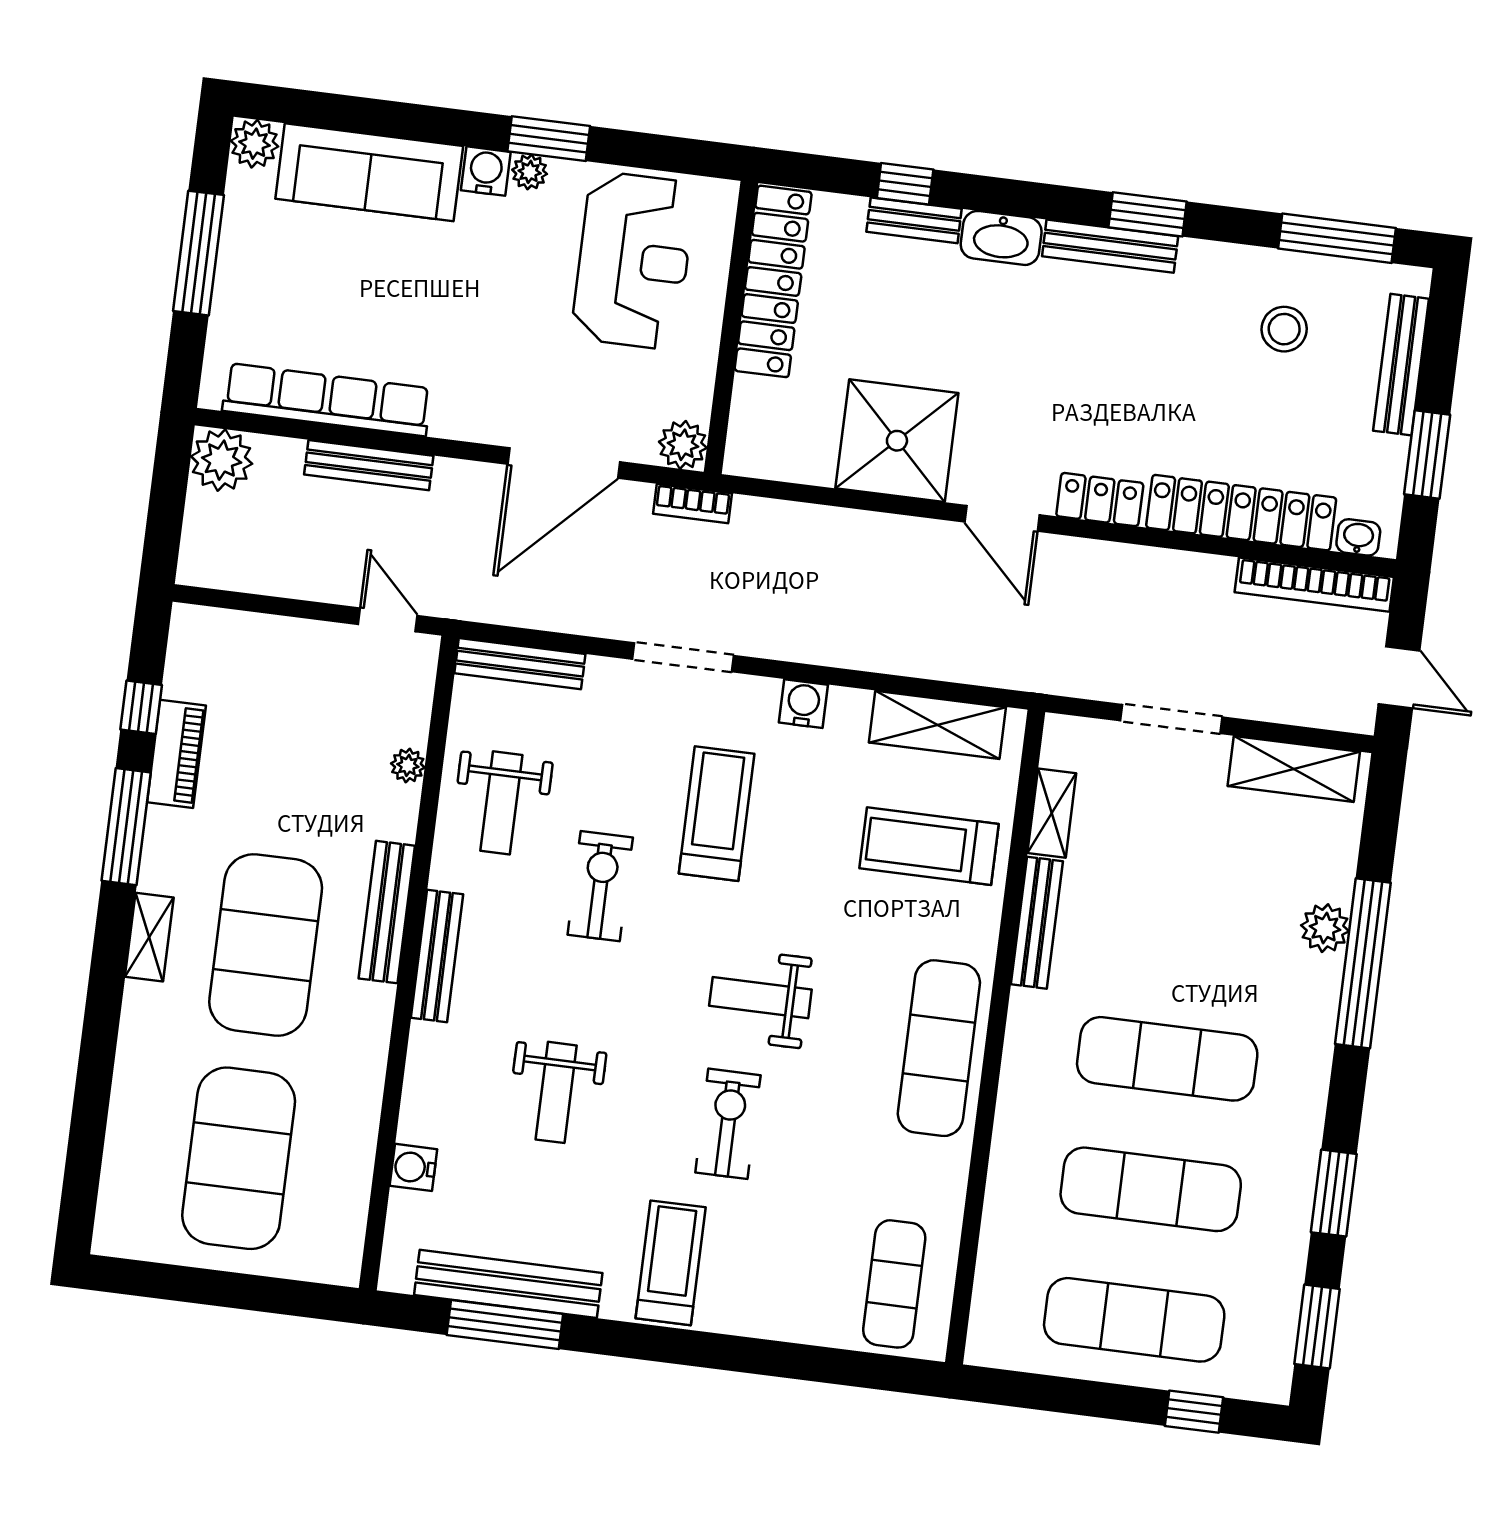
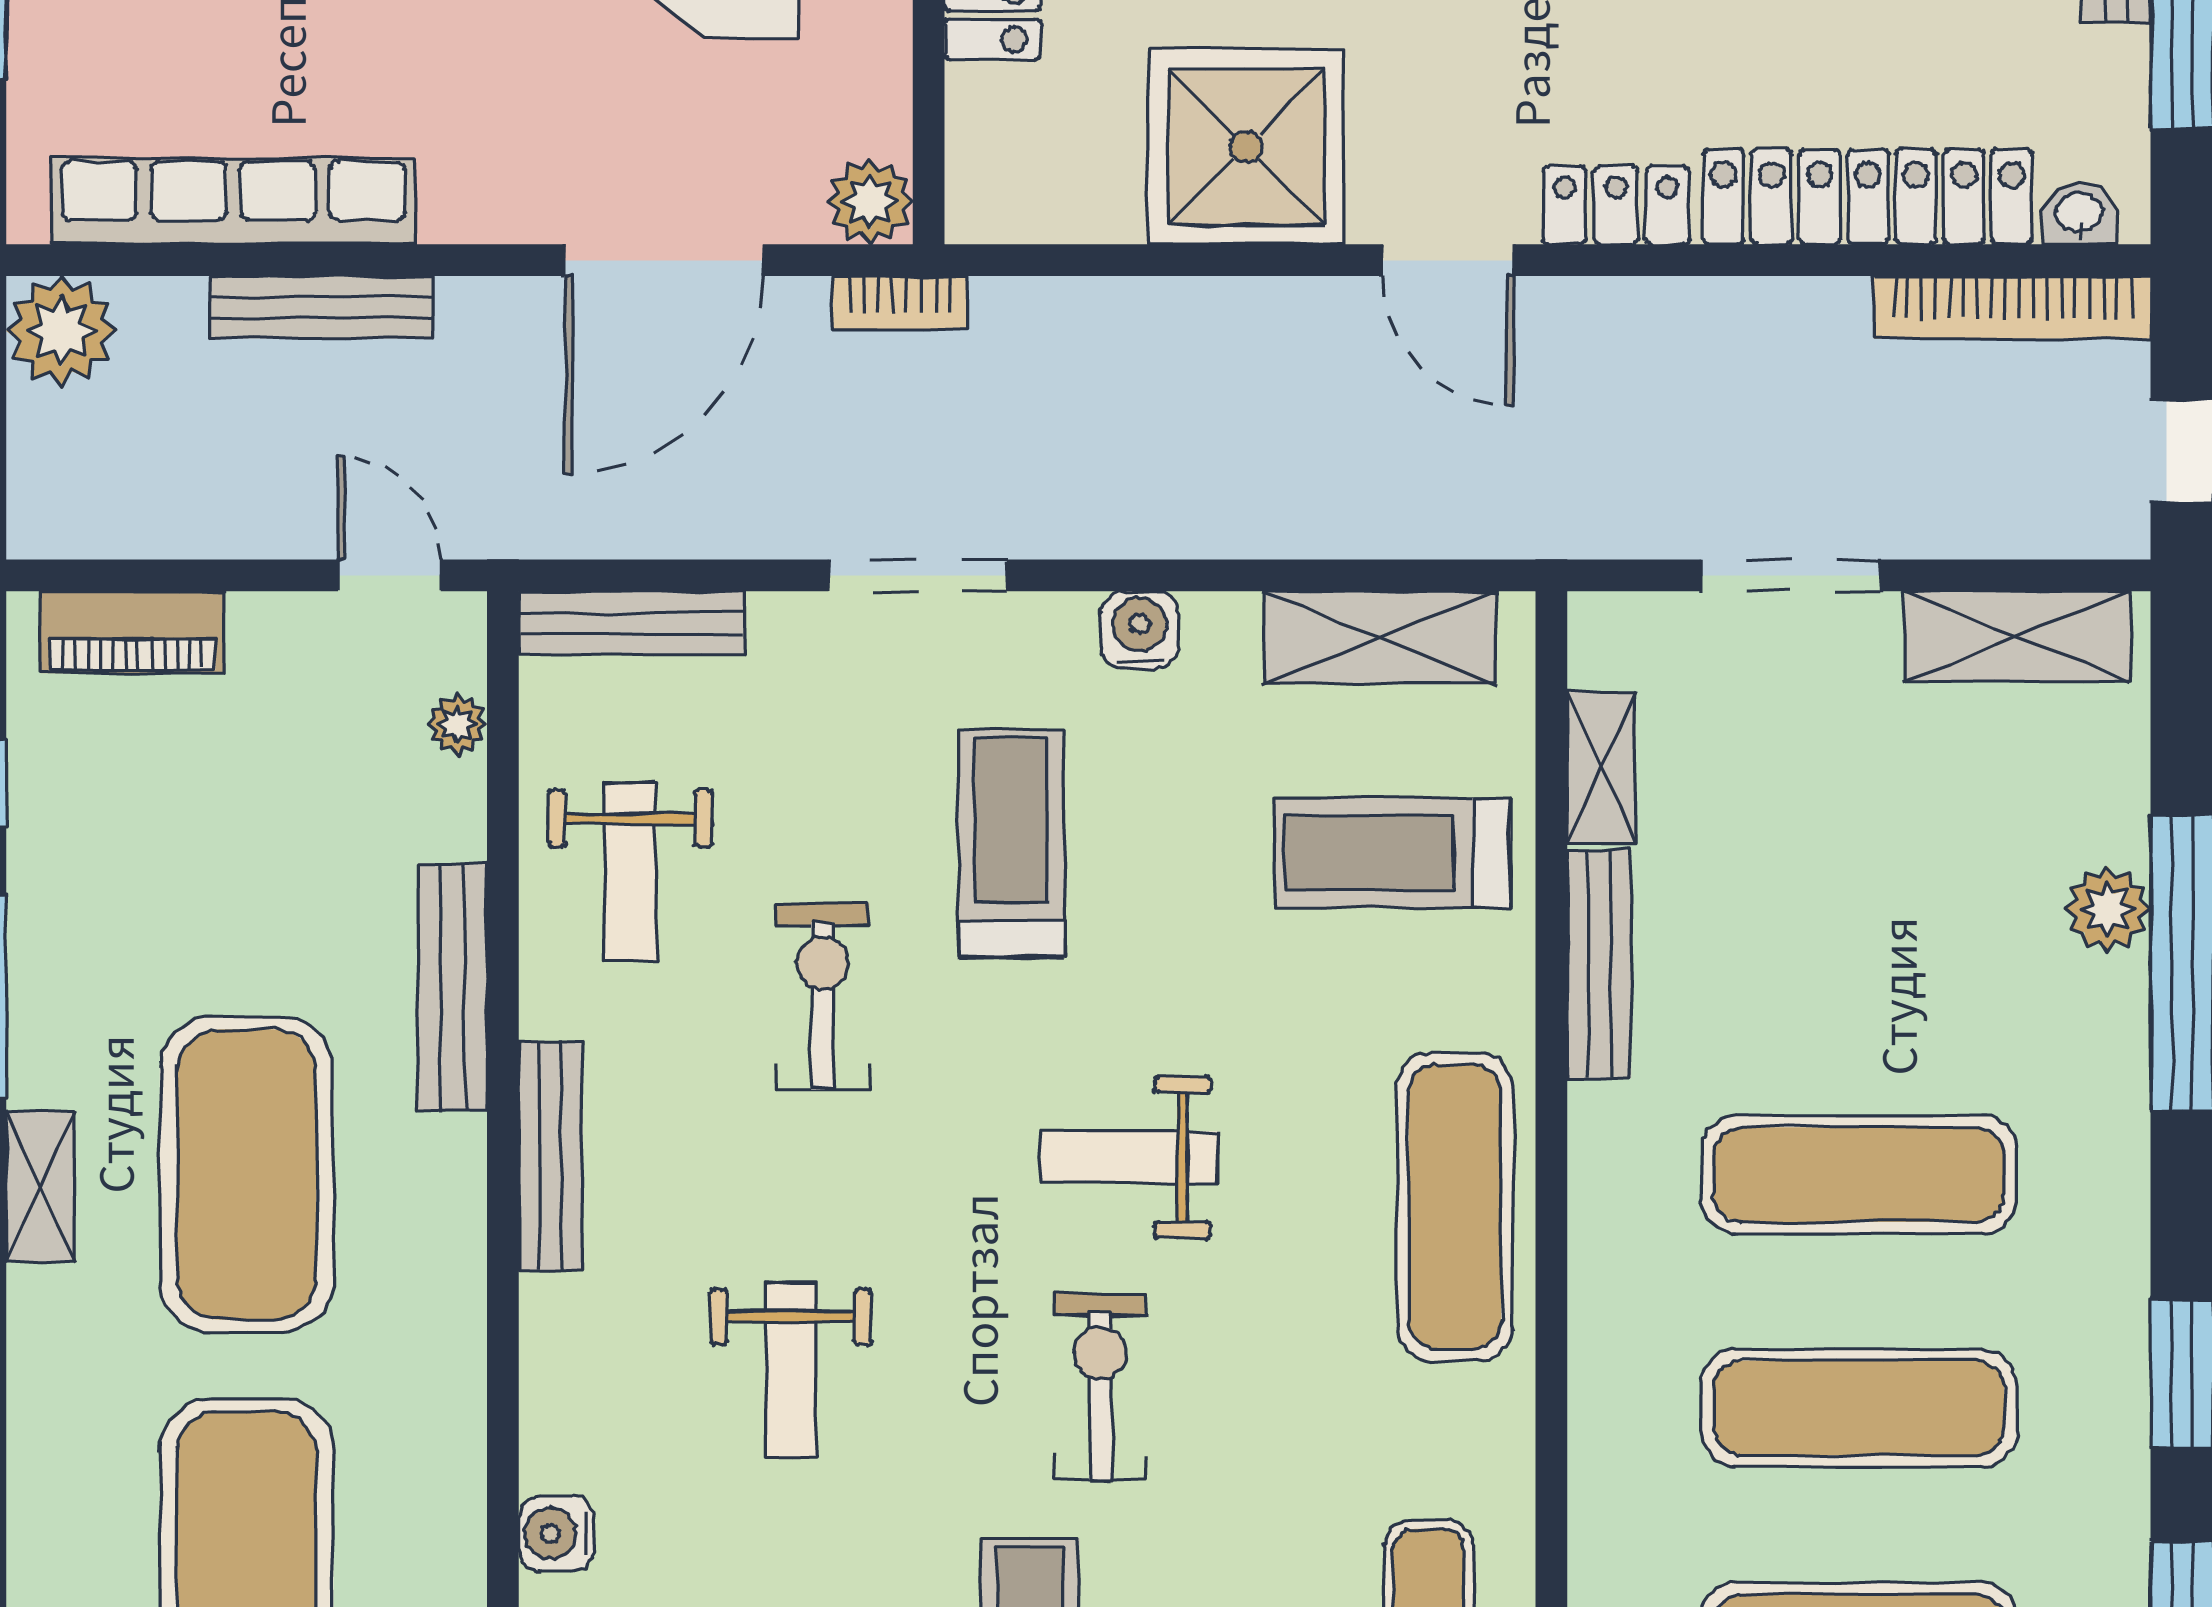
piano: (176, 754) -> (133, 632), moved, turned 90
plant: (408, 765) -> (457, 724), moved
bench: (387, 912) -> (453, 987), moved

